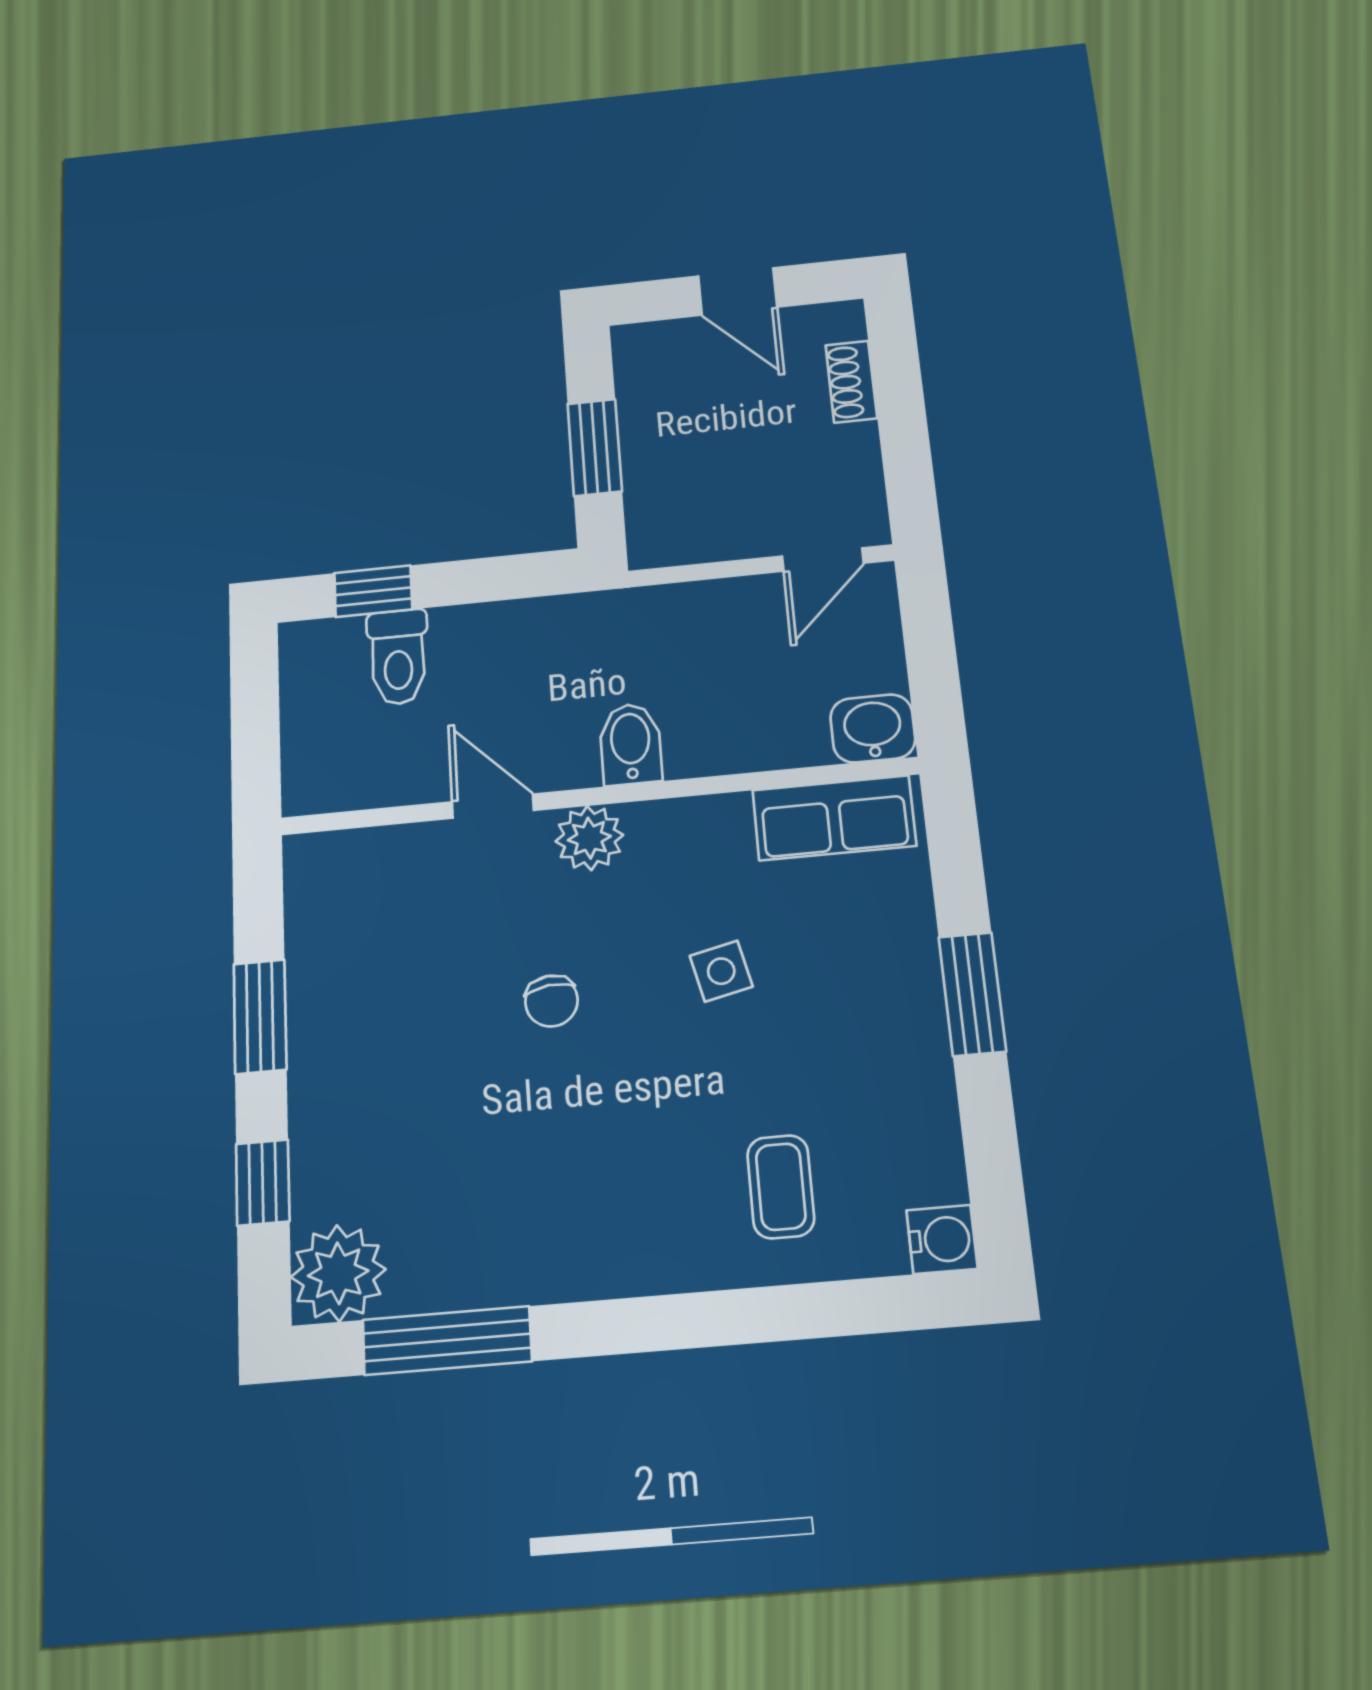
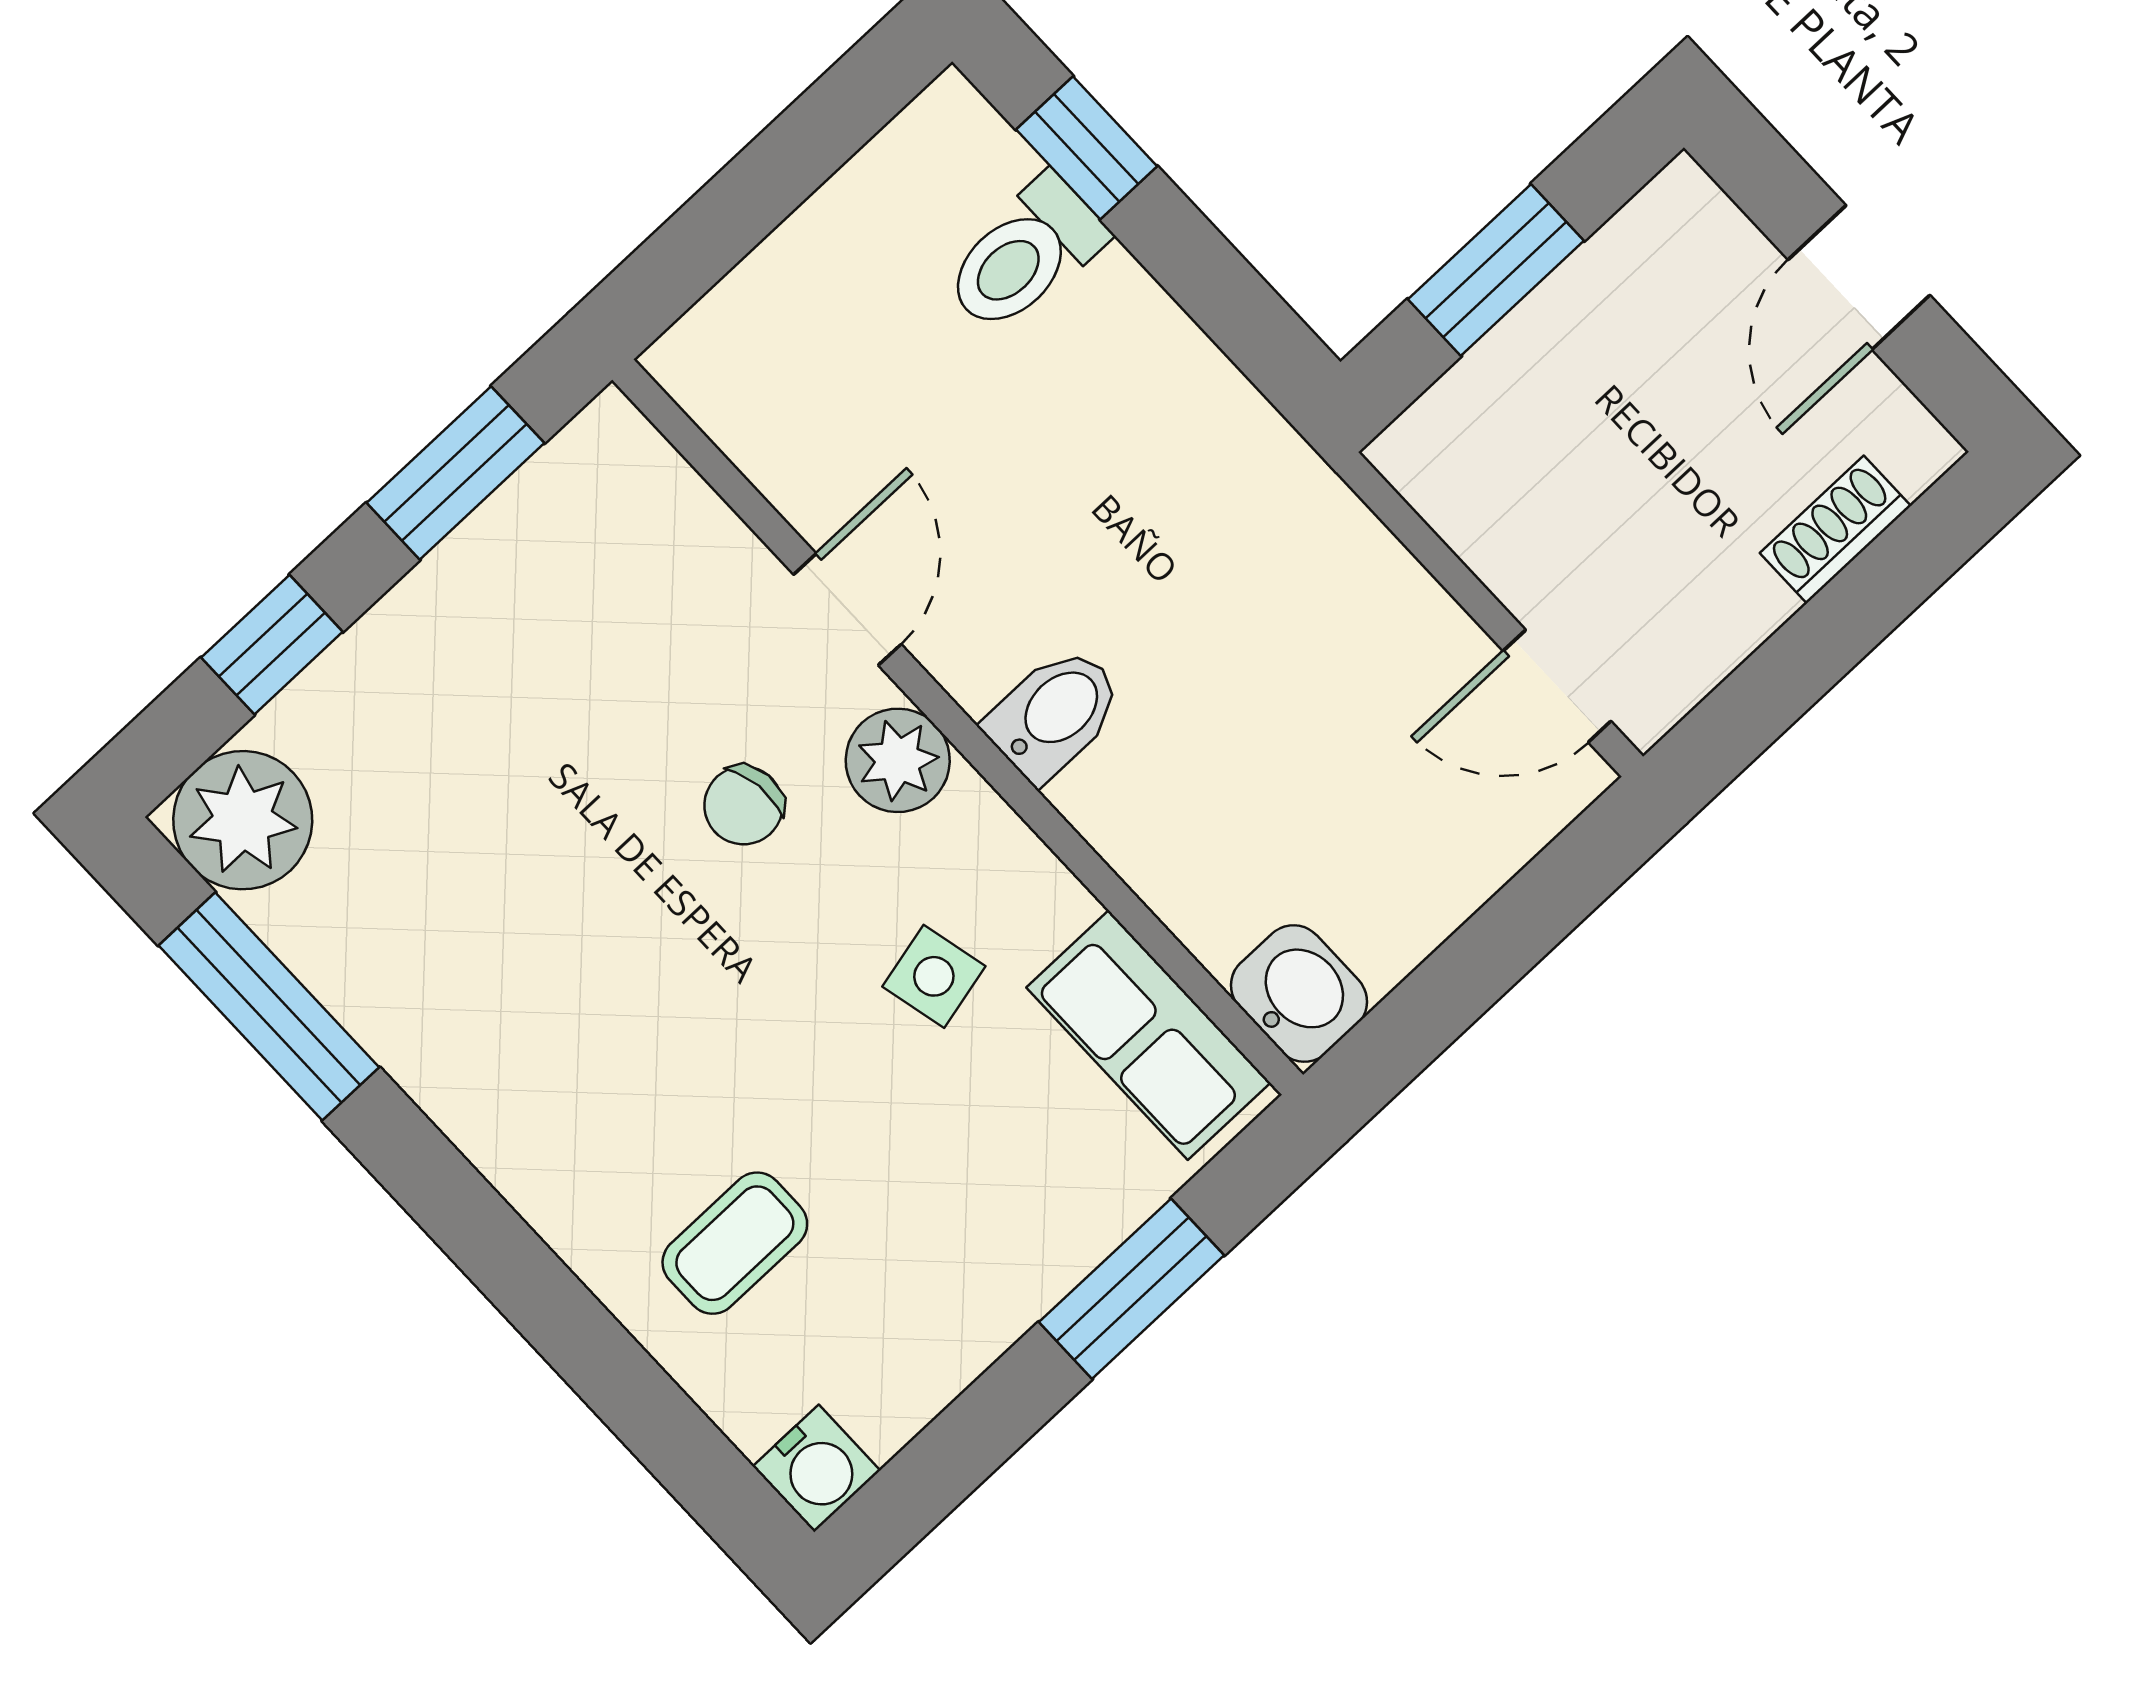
washbasin: (873, 728) -> (1299, 994), moved
bidet: (630, 744) -> (1055, 714), moved
wall: (597, 796) -> (958, 727), moved
door: (493, 806) -> (847, 609), moved
row of seats: (834, 818) -> (1148, 1035), moved
plant: (589, 838) -> (898, 760), moved

